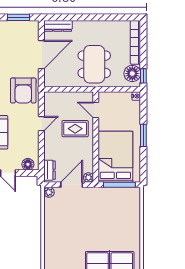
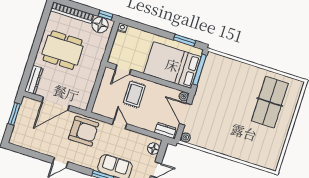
door: (41, 55) -> (56, 104), swing flipped
dining table: (94, 64) -> (63, 50), moved
window: (143, 135) -> (184, 40), moved

